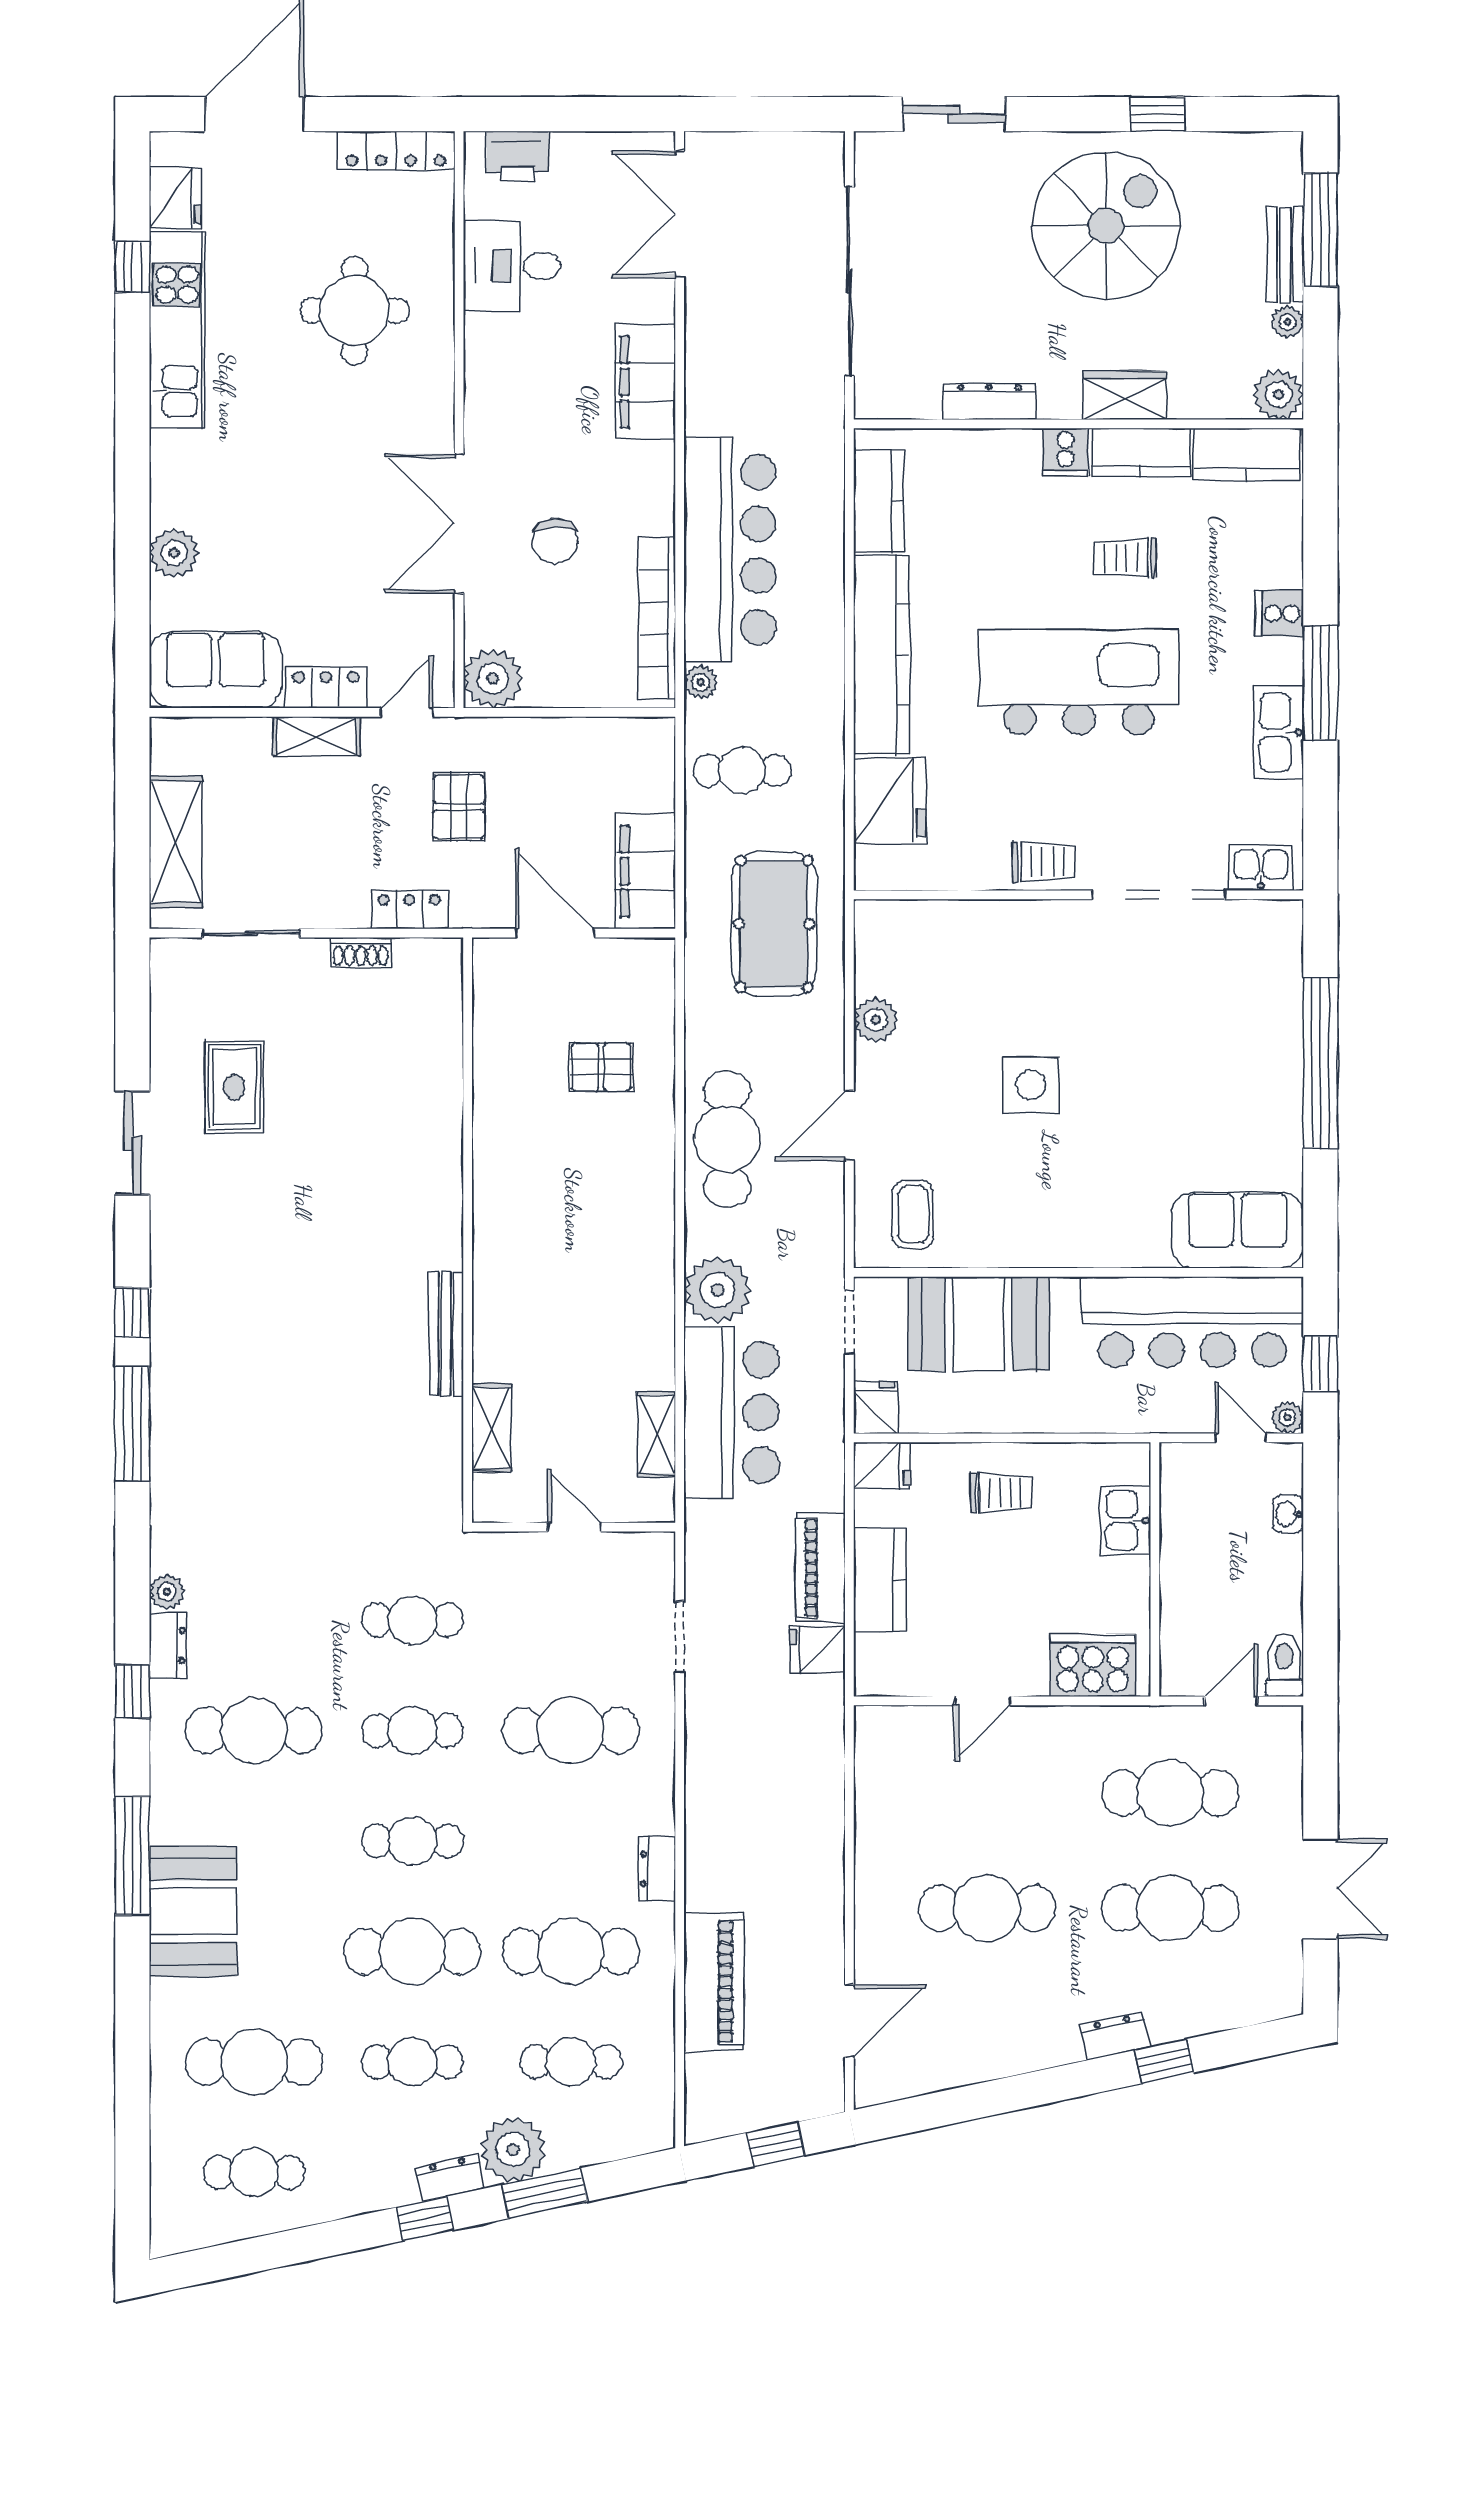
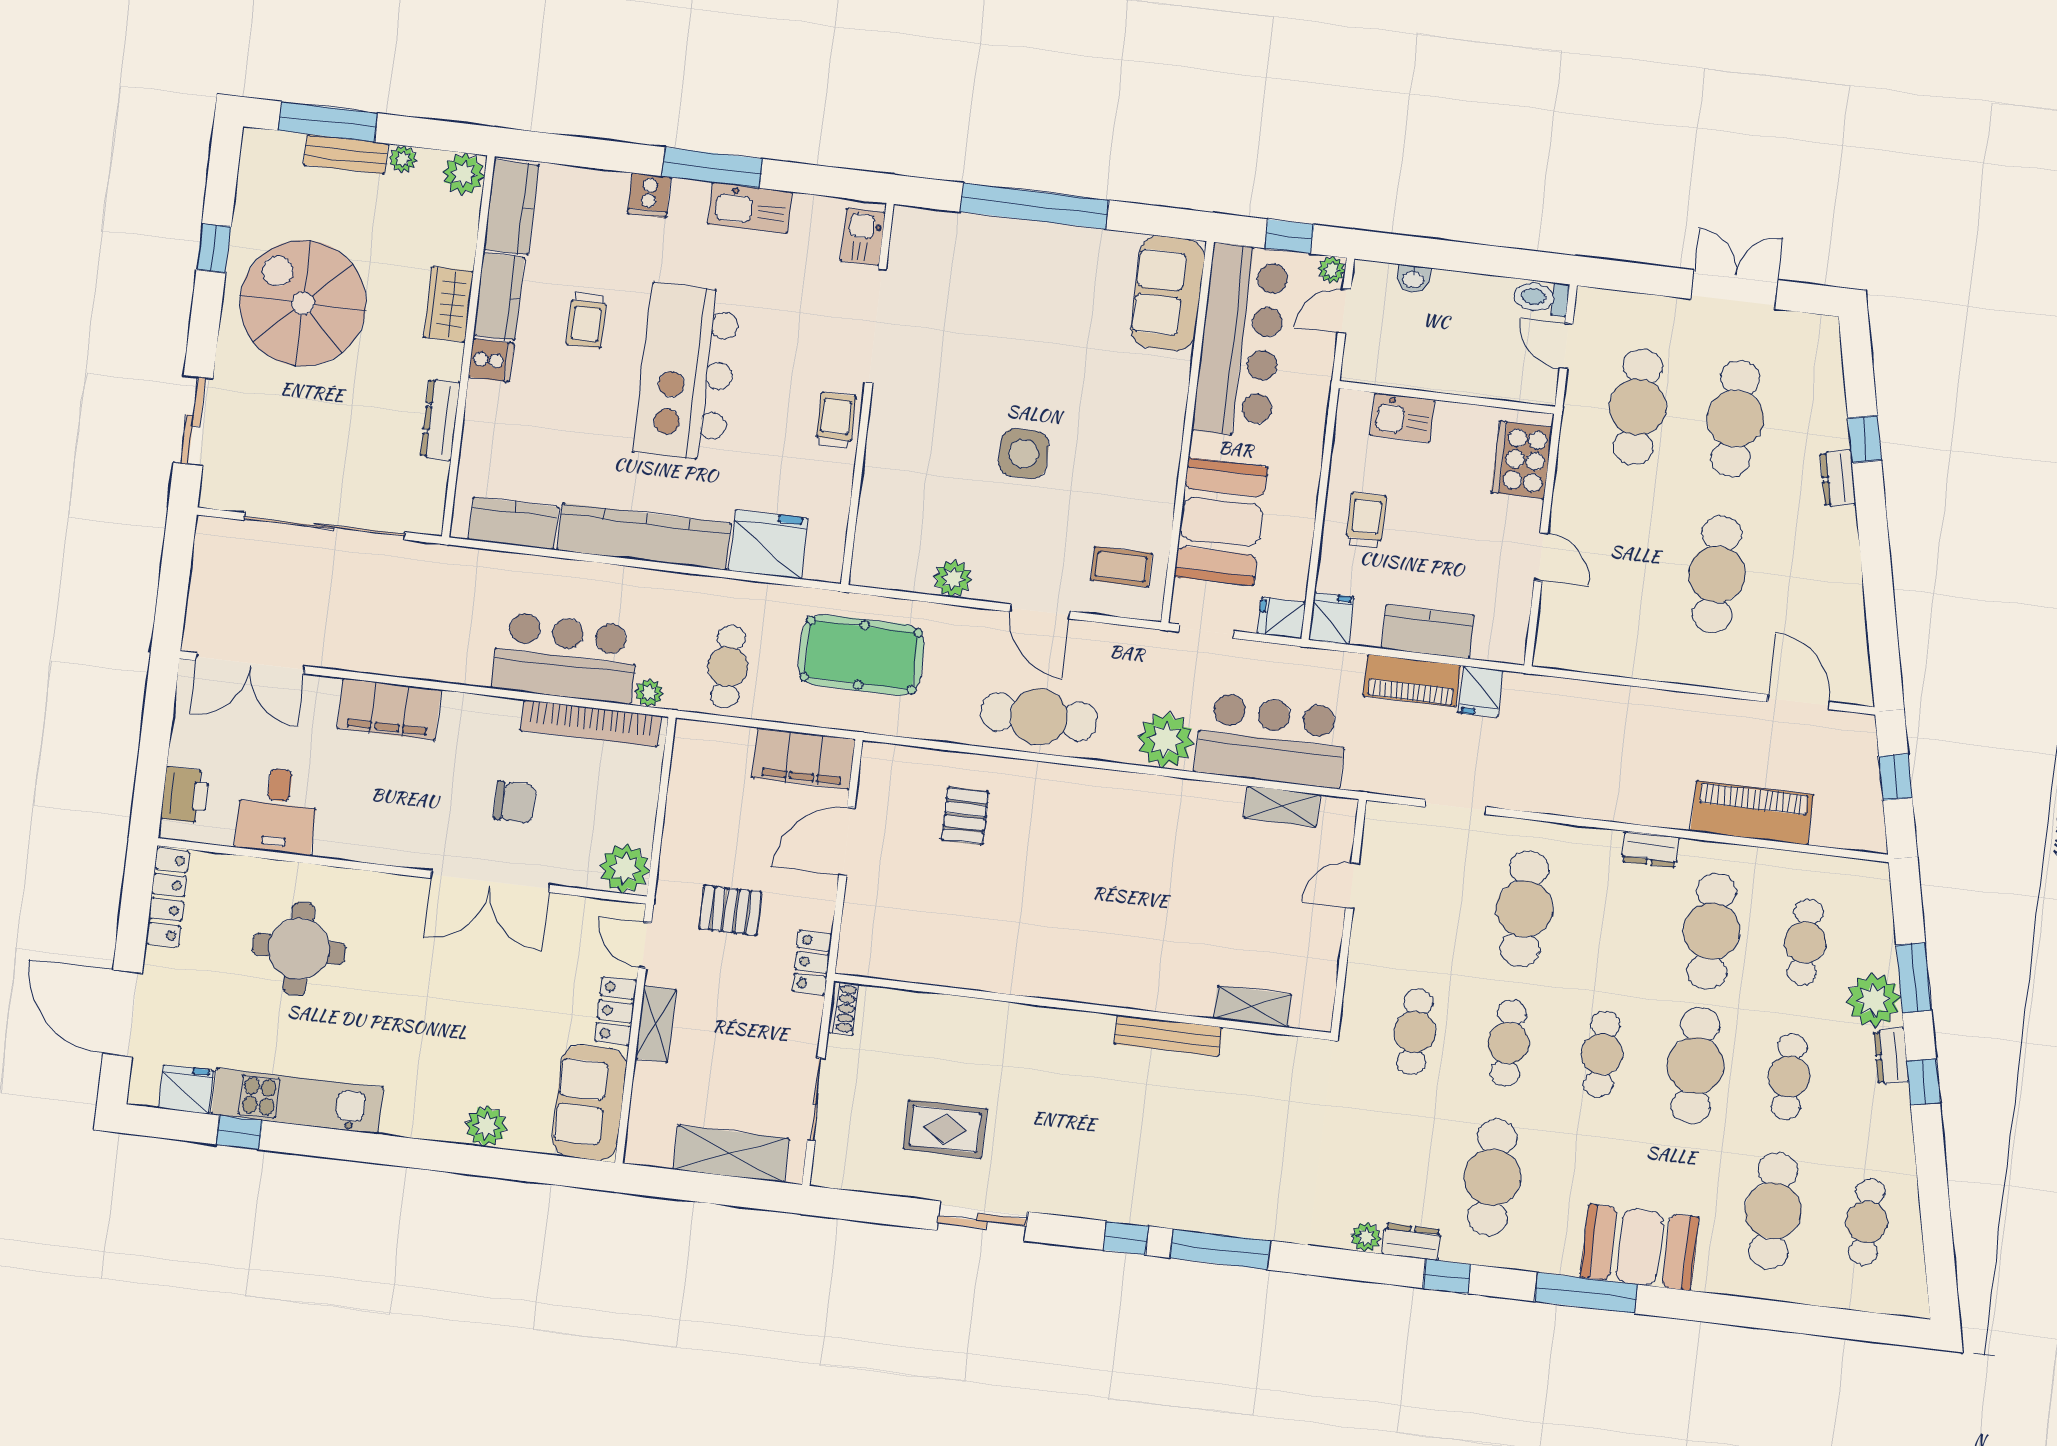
bar counter: (730, 550) -> (565, 658), width x0.73
wall: (468, 1230) -> (1082, 1007), moved
bench: (446, 1334) -> (1168, 1036), moved
shelving: (492, 1428) -> (1253, 1006), moved

